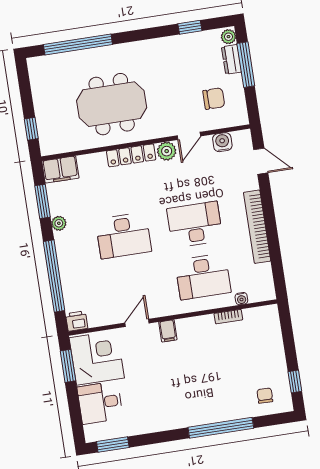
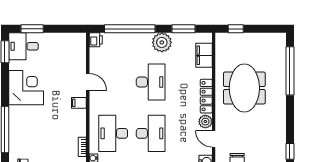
filing cabinet: (60, 170) -> (204, 55), moved
plant: (59, 223) -> (162, 42), width x1.88, depth x1.88
desk: (123, 236) -> (151, 82), turned 180
corner desk: (97, 358) -> (26, 88), moved, turned -90
window: (68, 366) -> (32, 29), moved
desk: (100, 403) -> (24, 46), moved, turned -90

